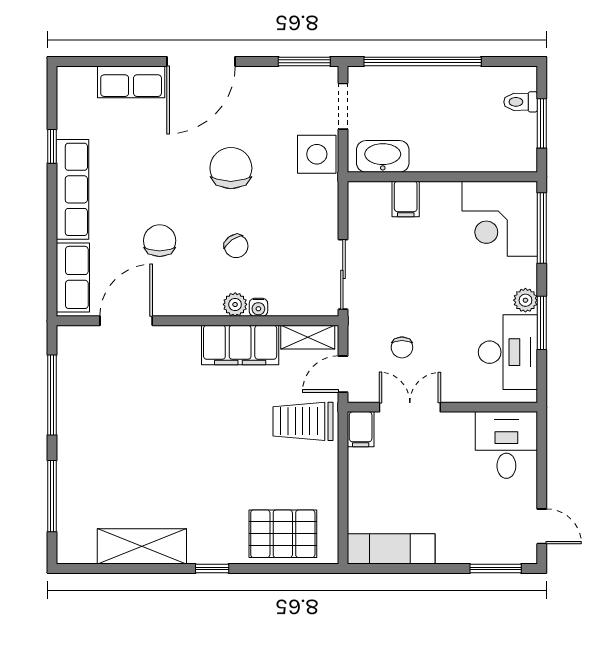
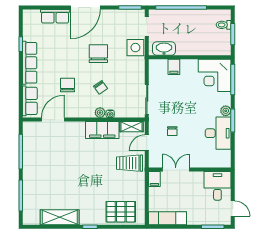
double door: (410, 407) -> (176, 169), moved
wall: (442, 407) -> (190, 169), moved
filing cabinet: (361, 429) -> (154, 179), moved
desk: (506, 445) -> (217, 186), moved

